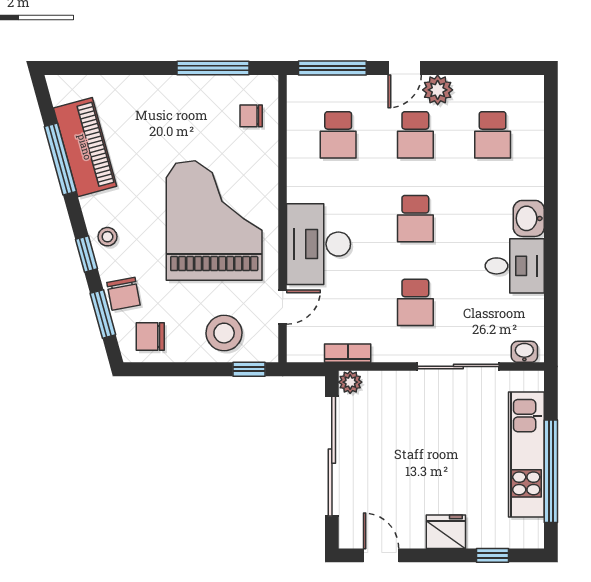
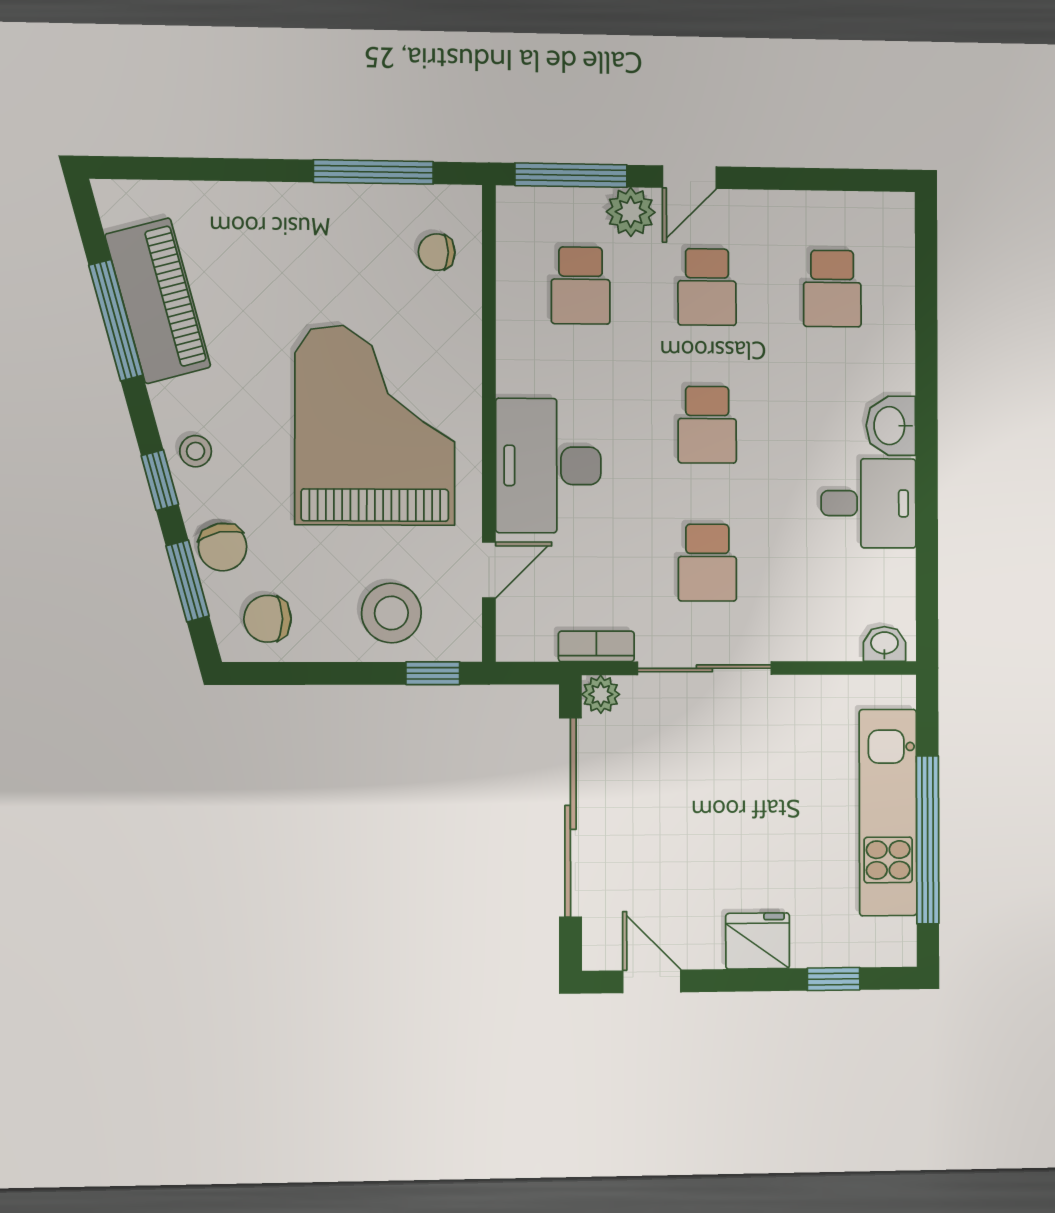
plant: (438, 90) -> (631, 212), moved
sliding door: (458, 366) -> (704, 668), moved

